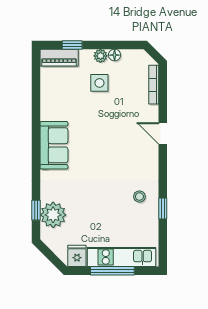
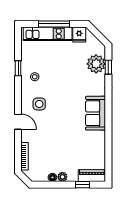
side table: (99, 83) -> (39, 104), moved

